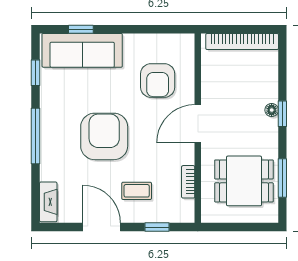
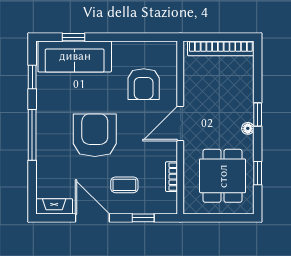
floor lamp: (272, 110) -> (248, 128), moved
window: (282, 178) -> (258, 173), width x0.67
dining table: (244, 181) -> (223, 176), turned 90
fireplace: (48, 202) -> (54, 206), moved, turned -90

